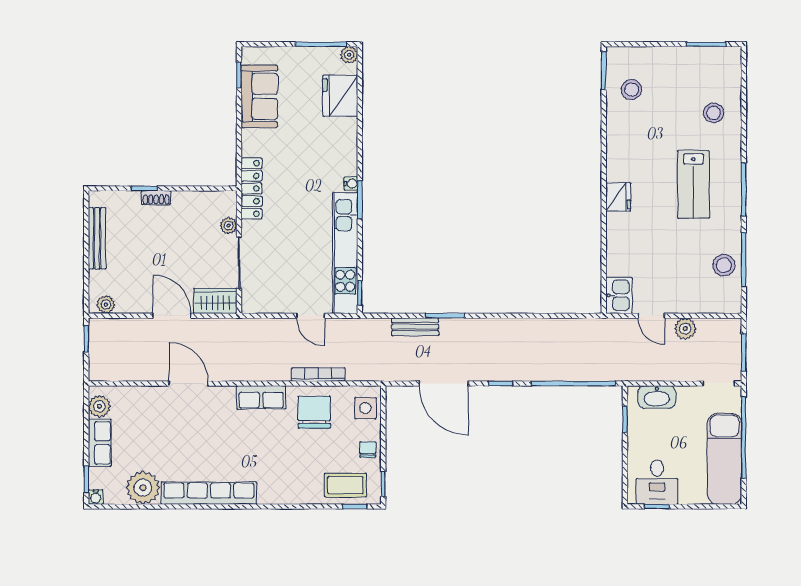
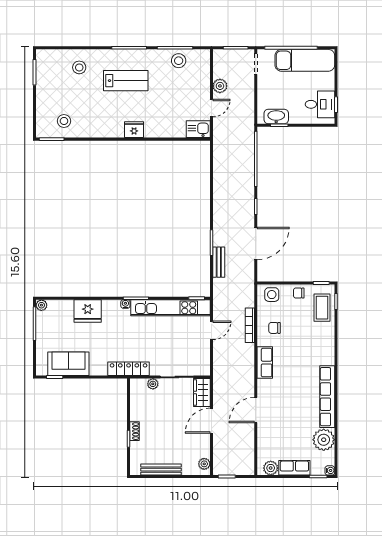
fridge: (340, 96) -> (88, 311), moved
washbasin: (657, 397) -> (276, 116), moved, turned -90
chair: (314, 412) -> (274, 328), width x0.54, depth x0.54

